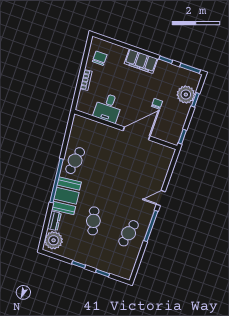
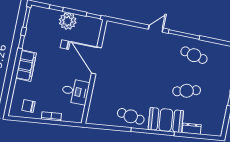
plant: (186, 95) -> (68, 21), moved
door: (161, 198) -> (156, 29), swing flipped
plant: (54, 240) -> (211, 127), removed

